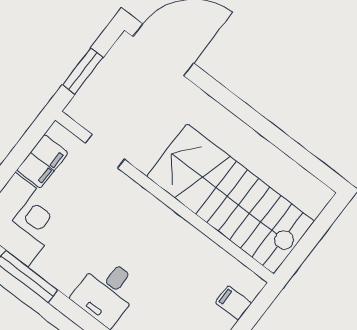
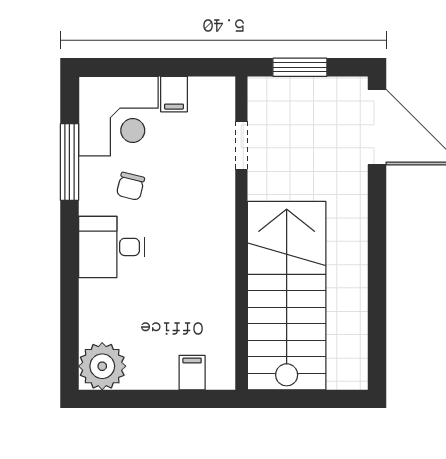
filing cabinet: (42, 161) -> (174, 94), width x0.50
chair: (75, 248) -> (130, 186), added

